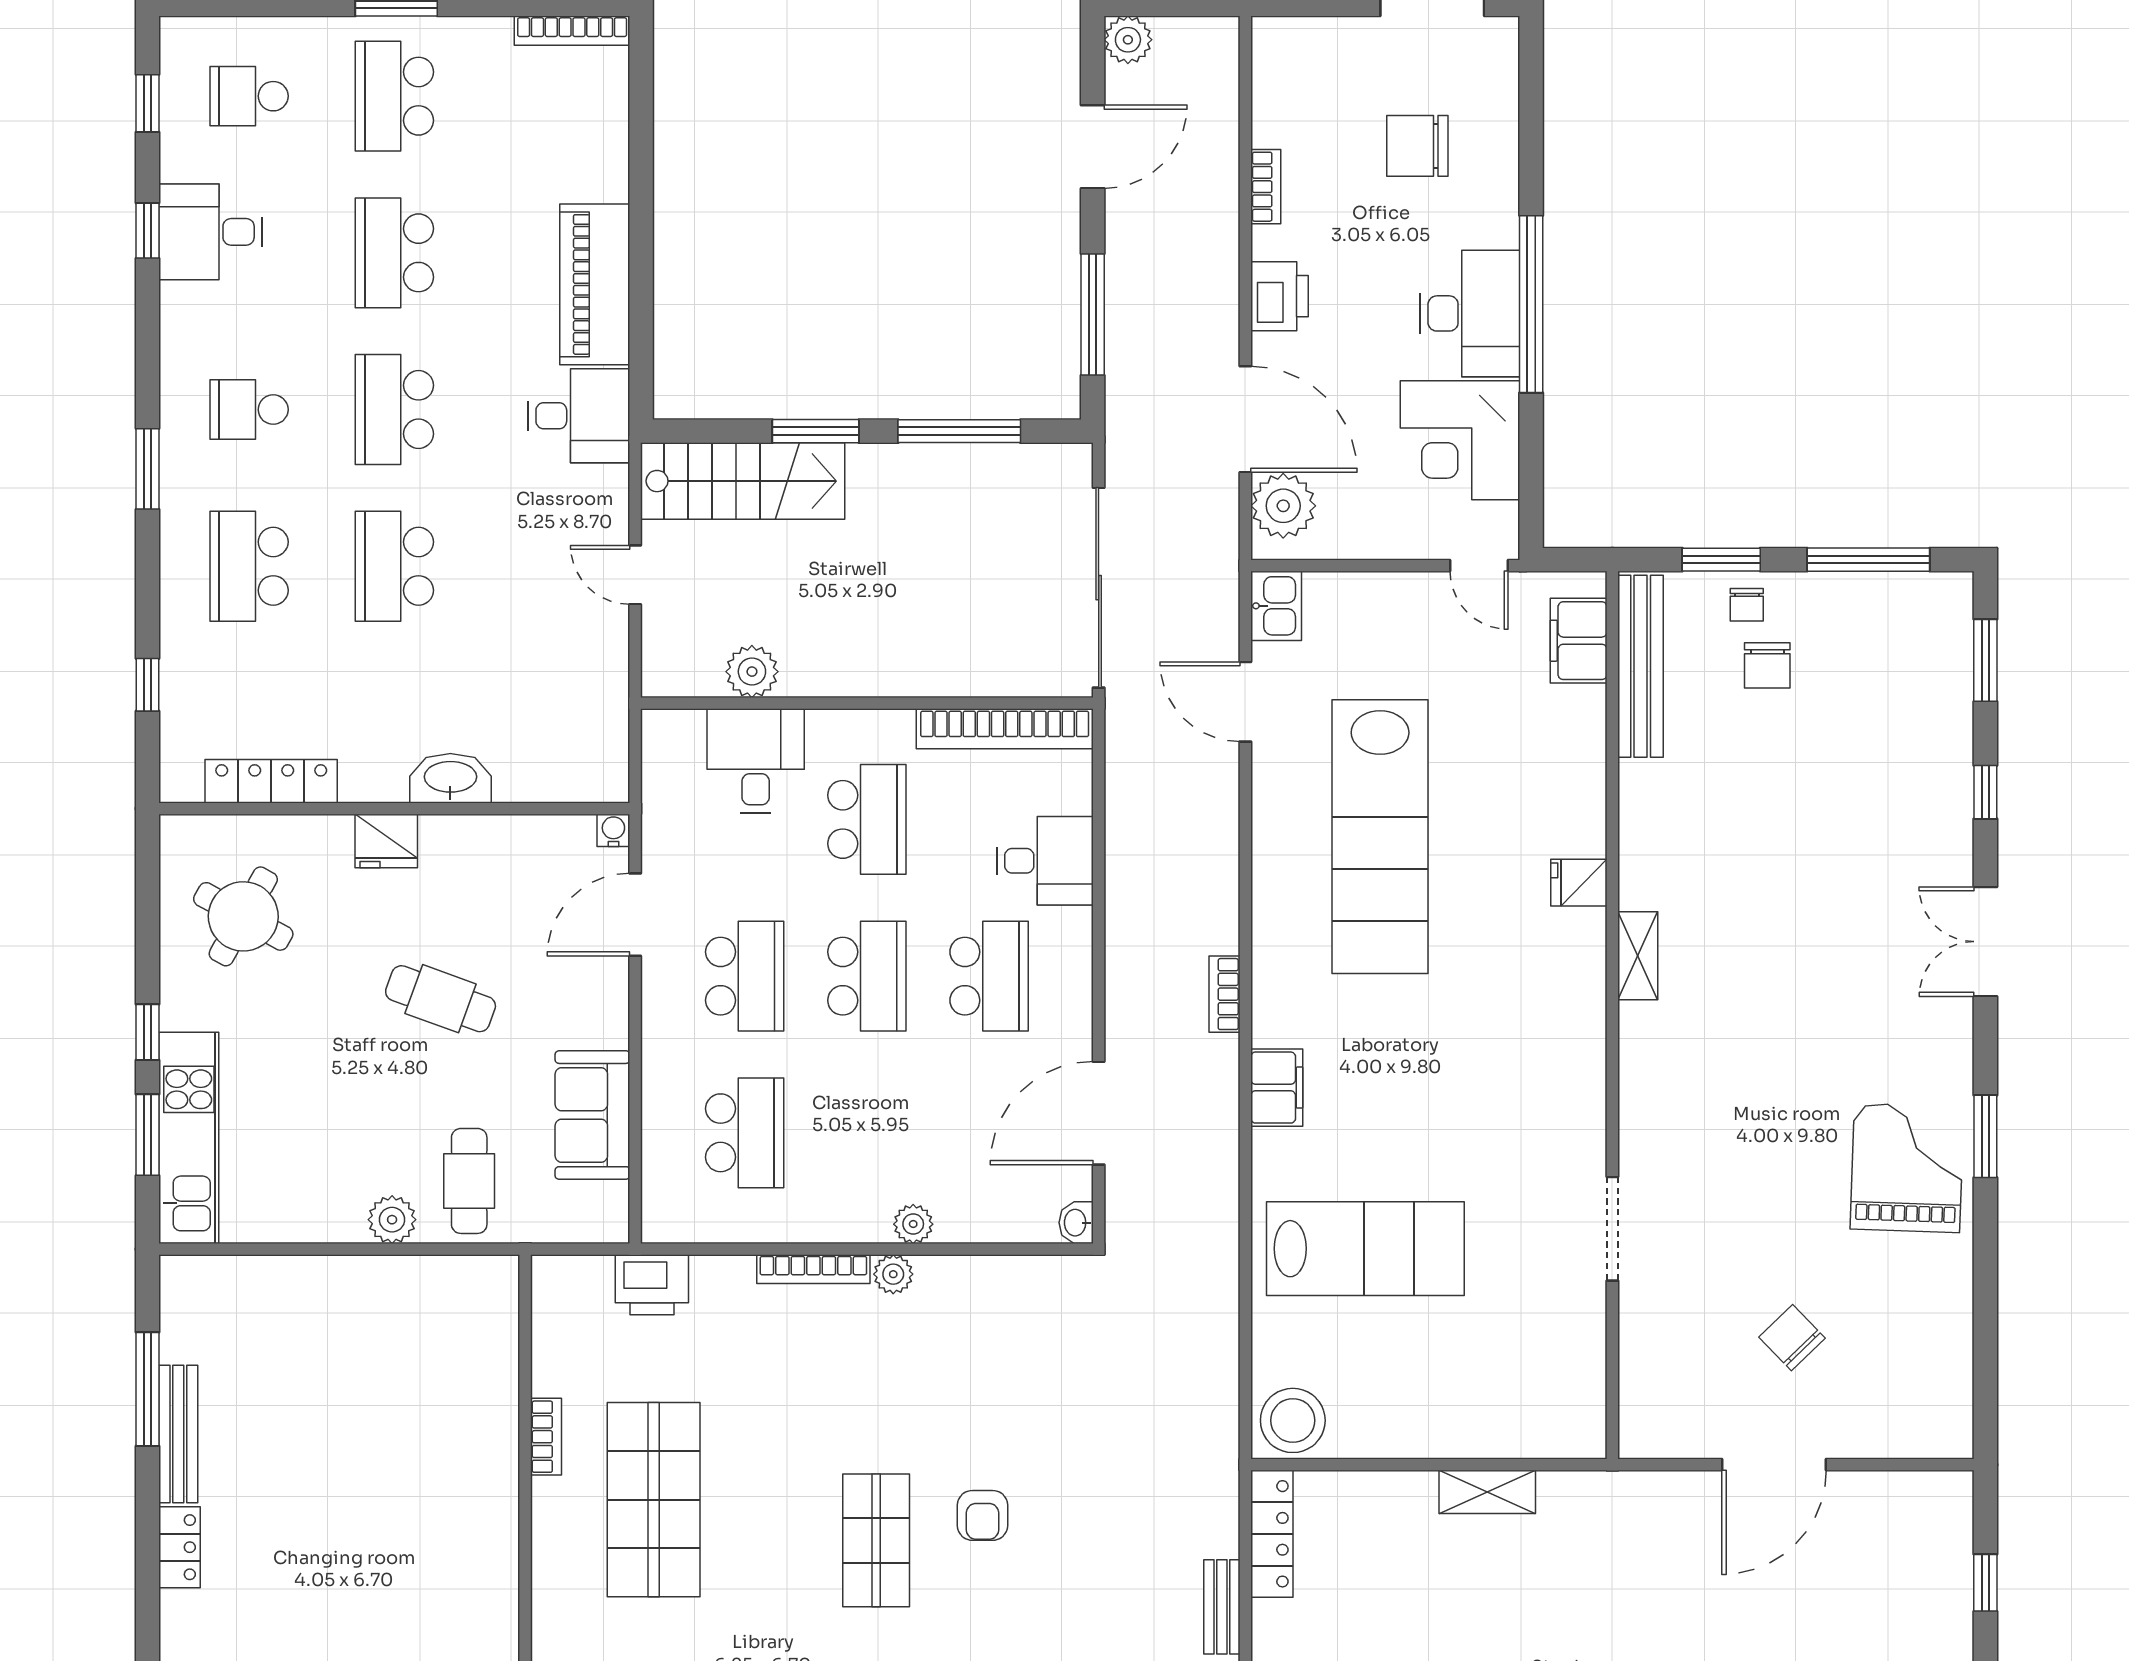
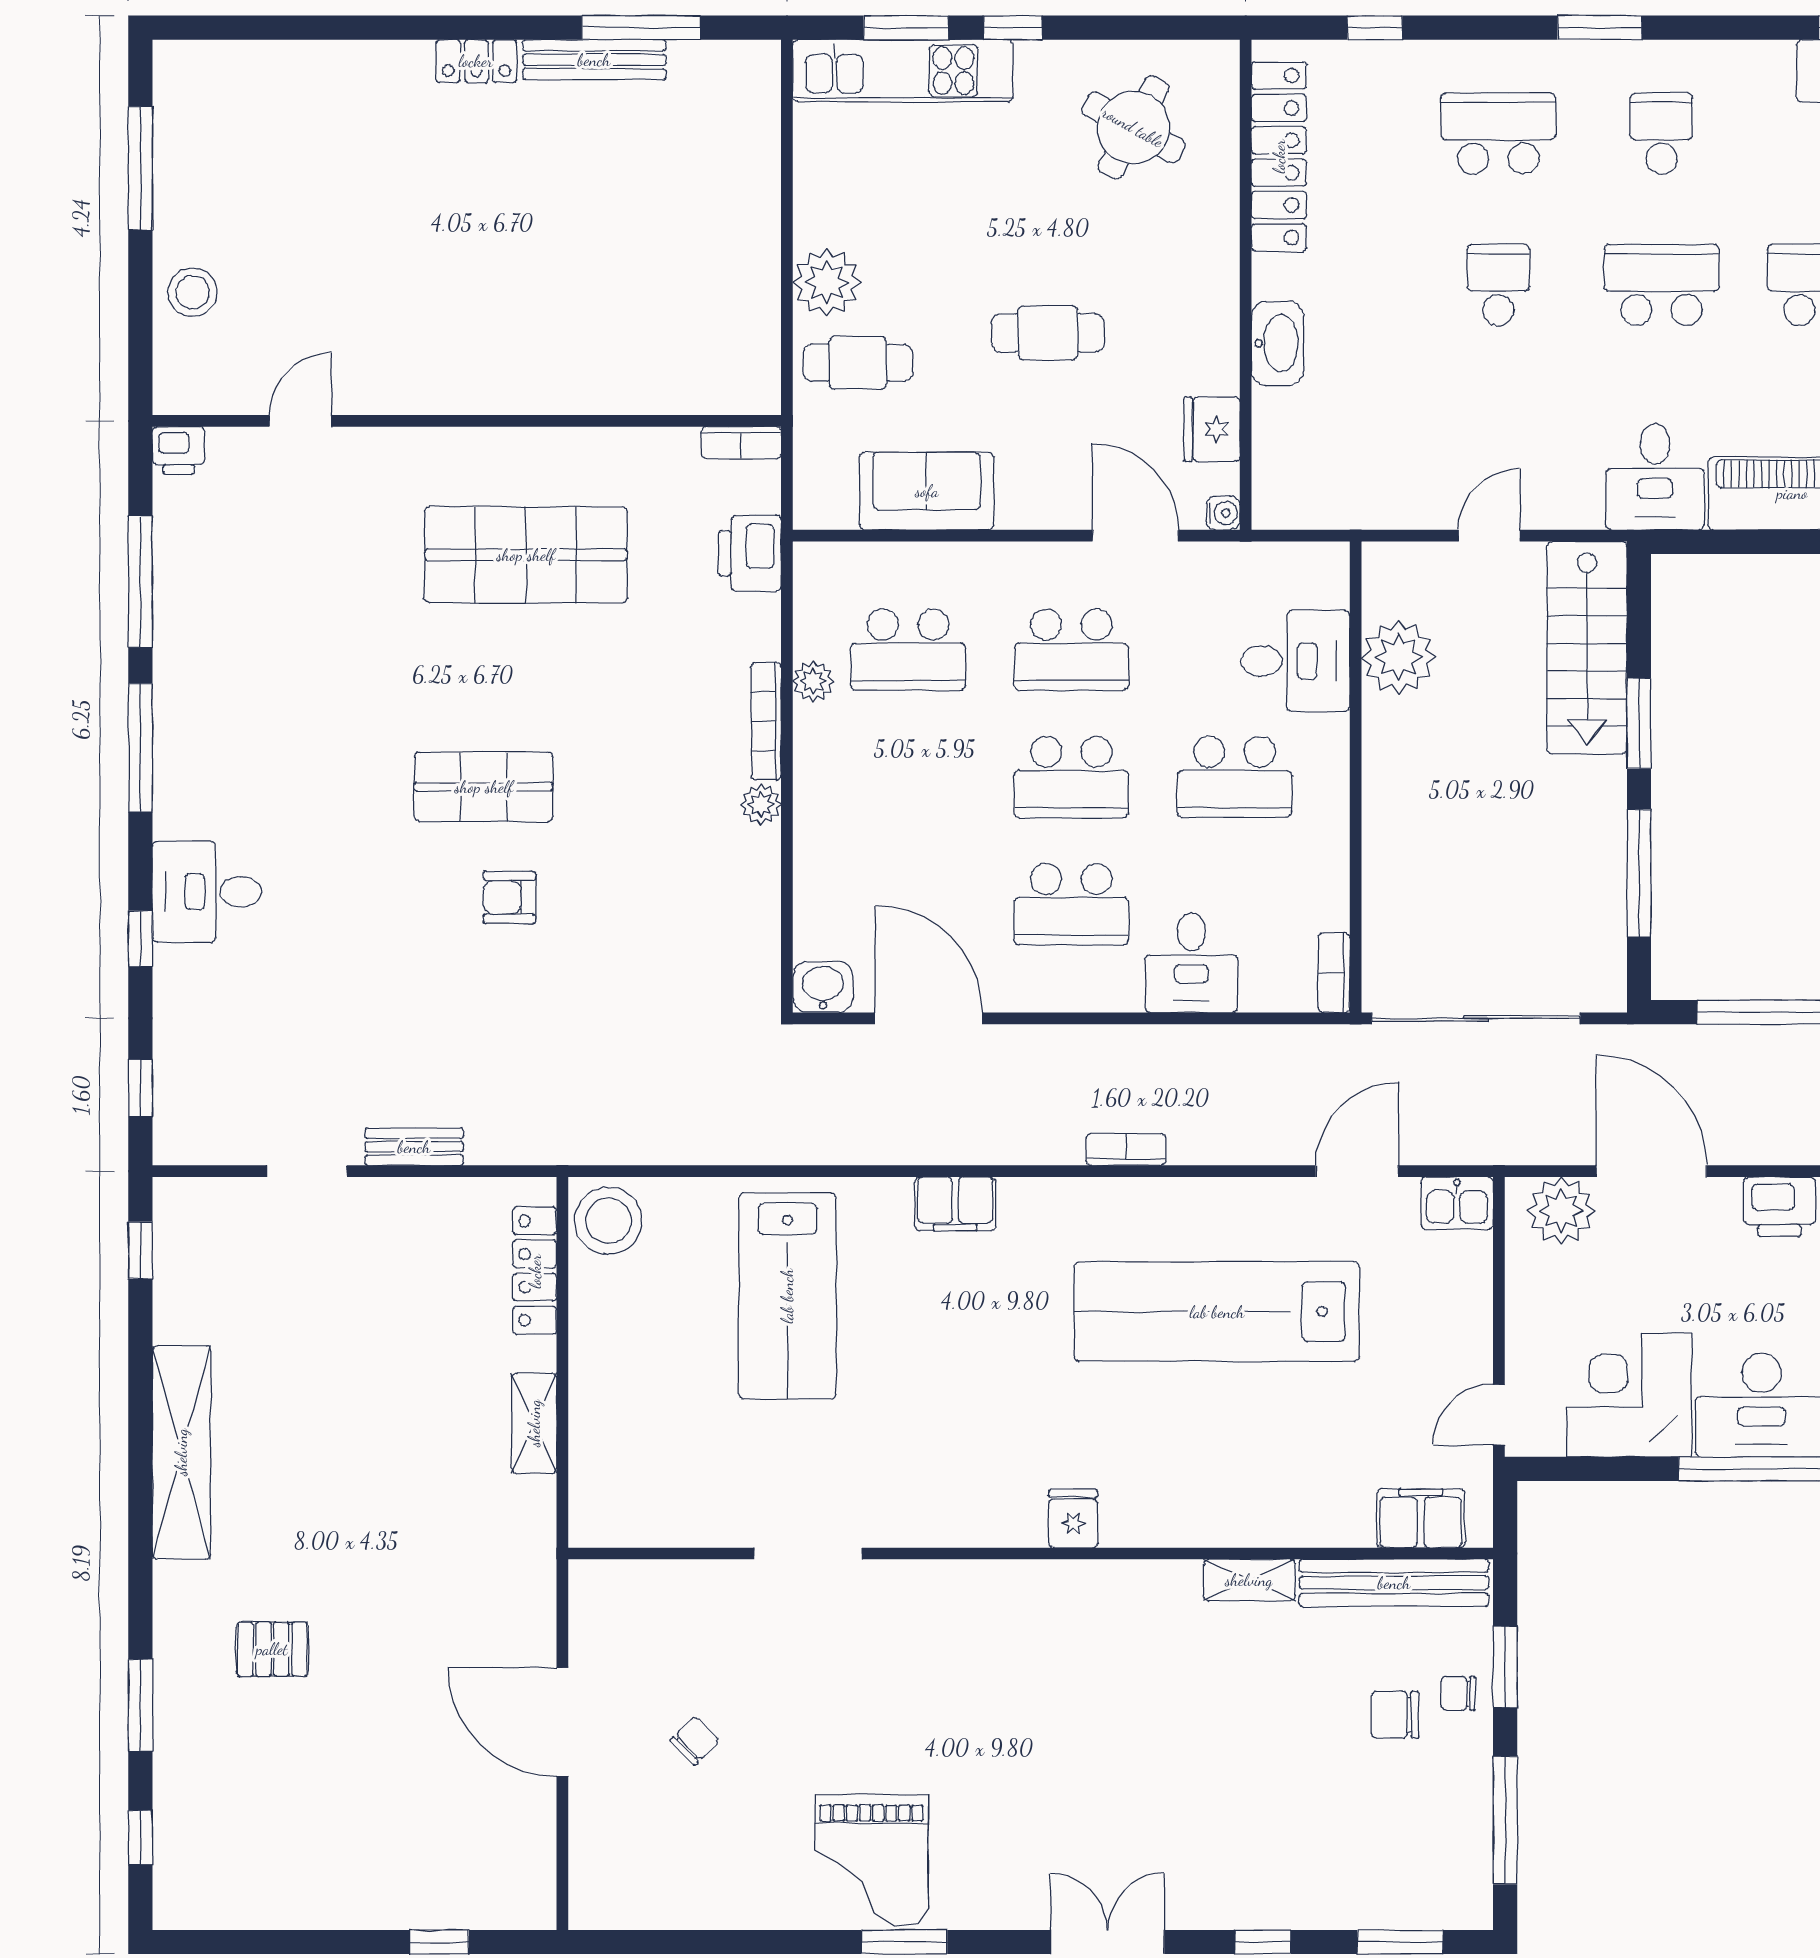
door: (1245, 419) -> (1651, 1171), swing flipped
school desk: (394, 566) -> (1498, 285), width x0.54
plant: (752, 672) -> (1398, 657), width x1.36, depth x1.36
bookcase: (1005, 729) -> (1334, 973), width x0.43, depth x0.76
locker: (271, 781) -> (1279, 156), width x1.41, depth x1.21
fridge: (386, 841) -> (1212, 429), moved
fridge: (1579, 883) -> (1073, 1519), moved
shelving: (1638, 956) -> (1249, 1580), moved
bookcase: (1225, 994) -> (1126, 1150), moved
cafe table: (441, 999) -> (1048, 333), turned 70
grand piano: (1907, 1168) -> (871, 1860), turned 88
plant: (392, 1220) -> (827, 282), width x1.36, depth x1.36
washbasin: (1076, 1223) -> (823, 987), width x1.38, depth x1.45
plant: (913, 1224) -> (813, 681), moved
chair: (1792, 1338) -> (695, 1741), width x0.73, depth x0.73
bookcase: (546, 1437) -> (741, 443), moved
locker: (1272, 1534) -> (535, 1271), moved, turned 90

